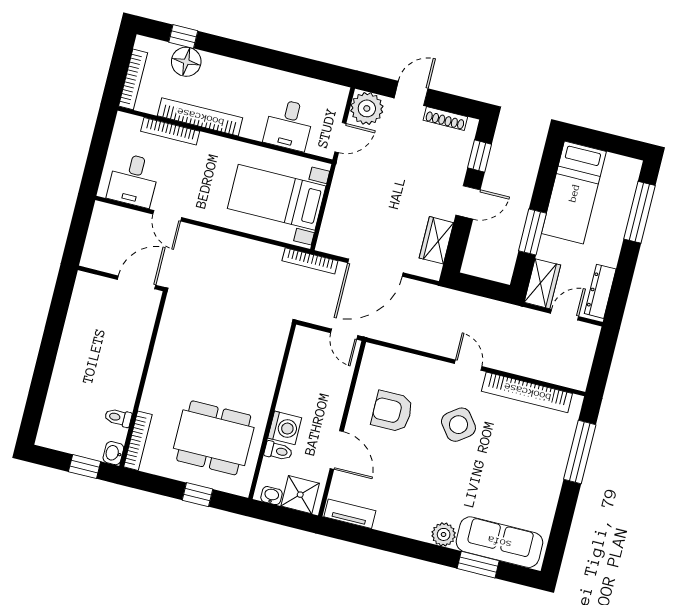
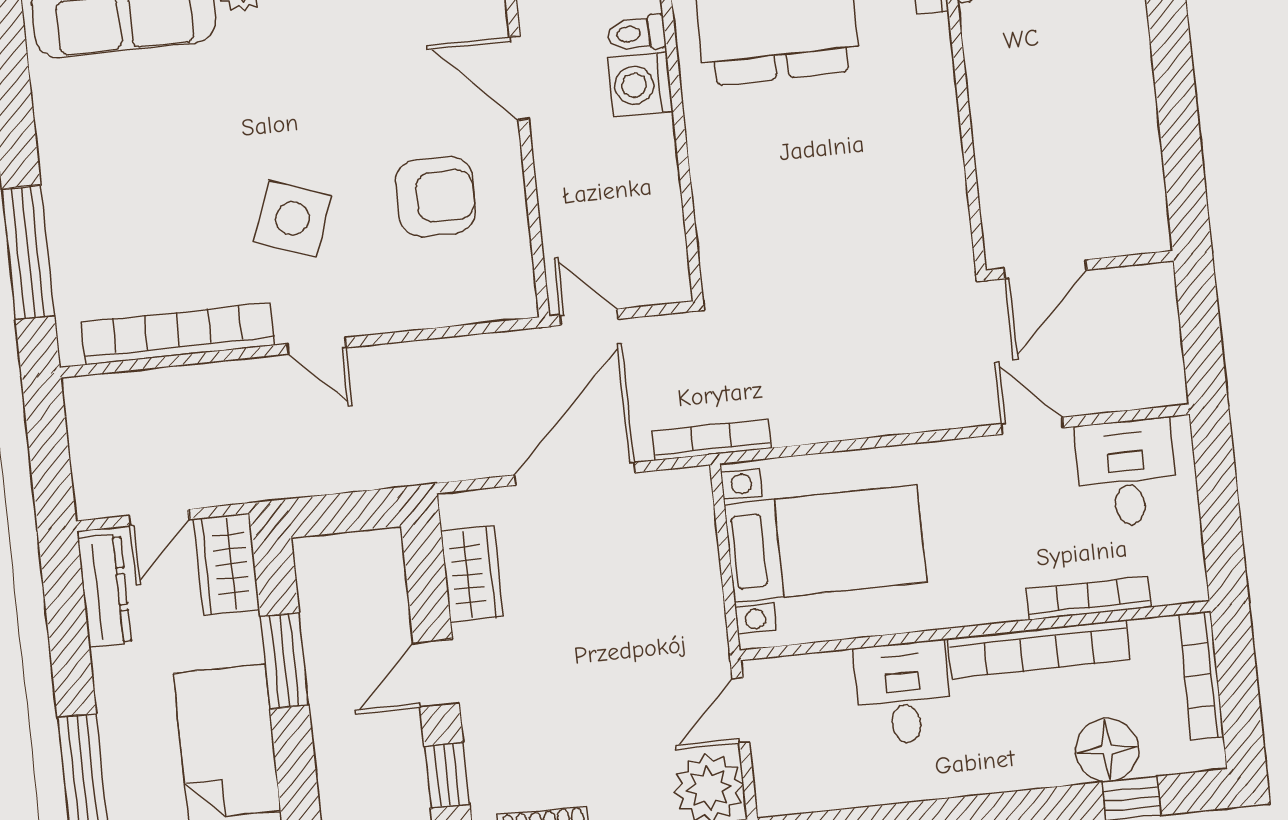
desk: (289, 125) -> (903, 693), moved
side table: (458, 425) -> (292, 219), turned -33

